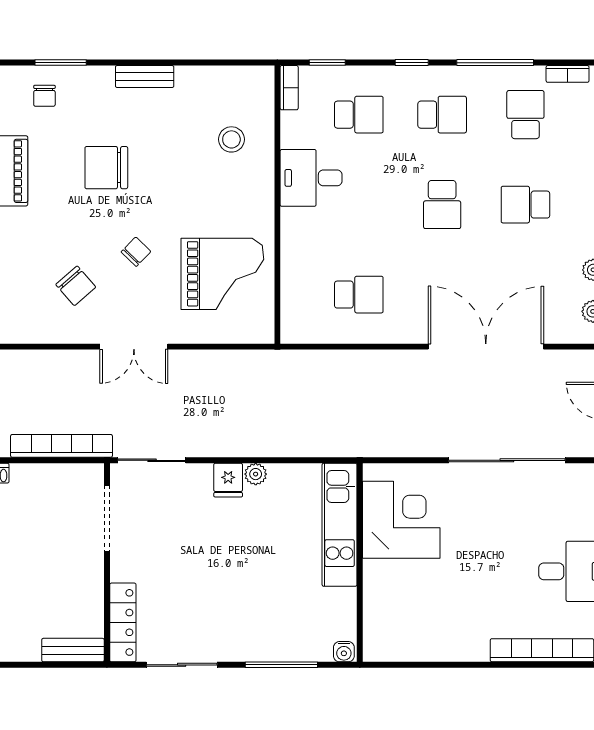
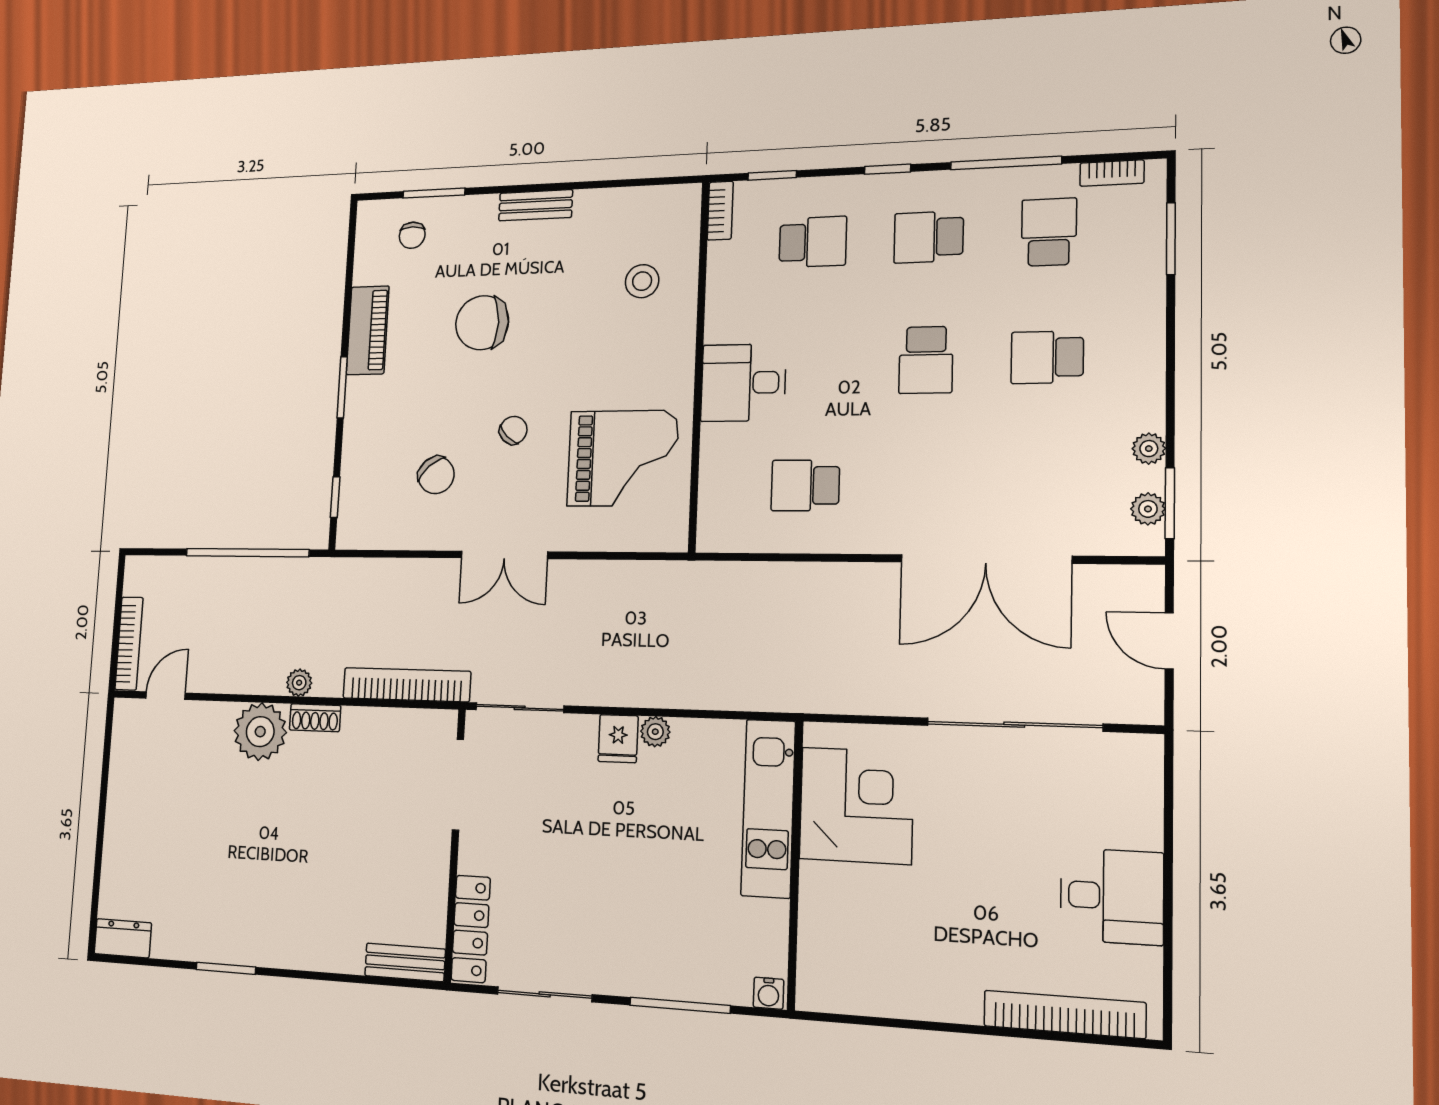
school desk: (442, 115) -> (929, 237), turned 180
desk: (311, 178) -> (743, 383), moved
school desk: (359, 295) -> (805, 485), turned 180
double door: (486, 347) -> (986, 559), swing flipped

